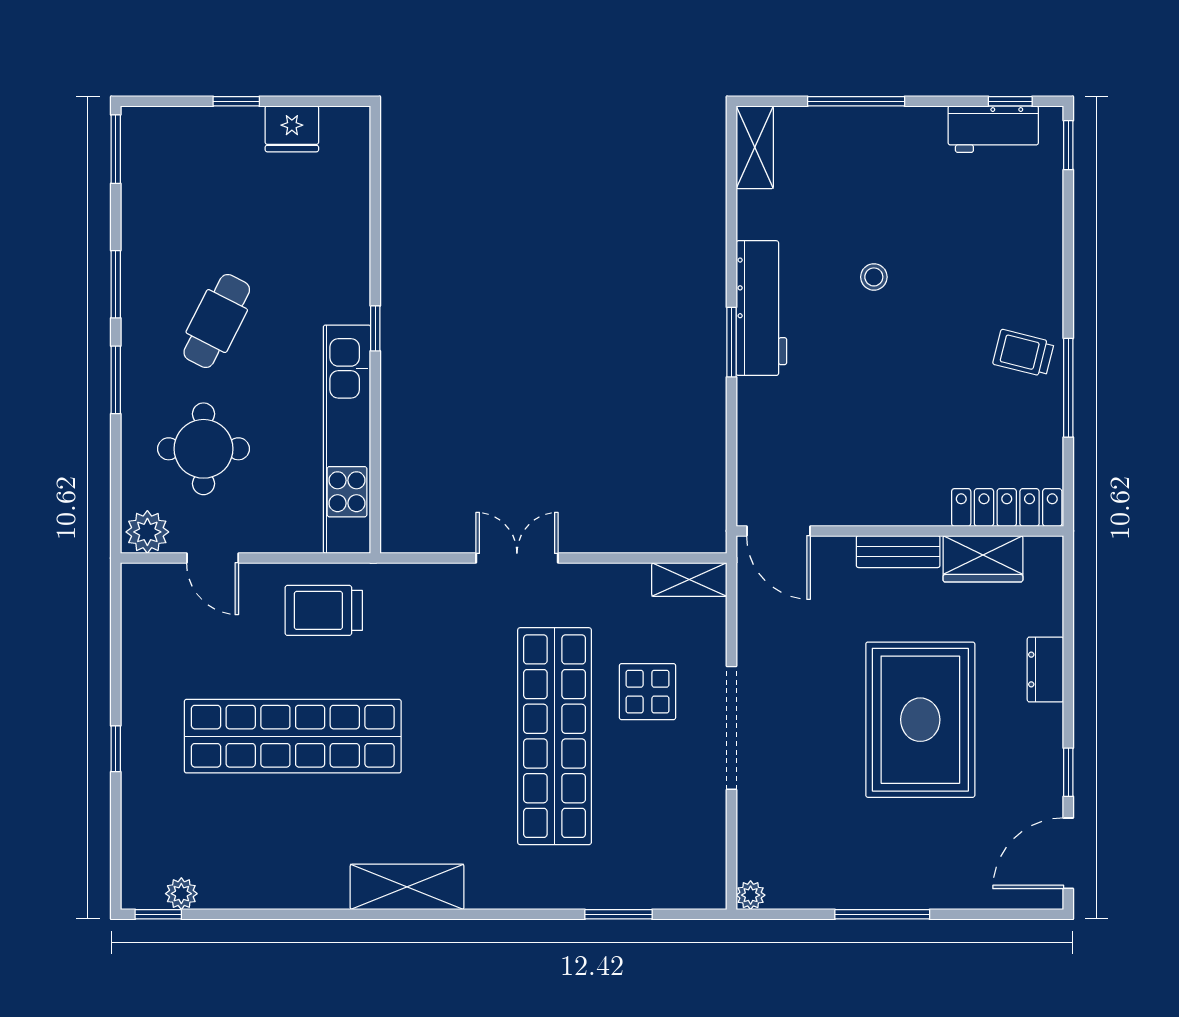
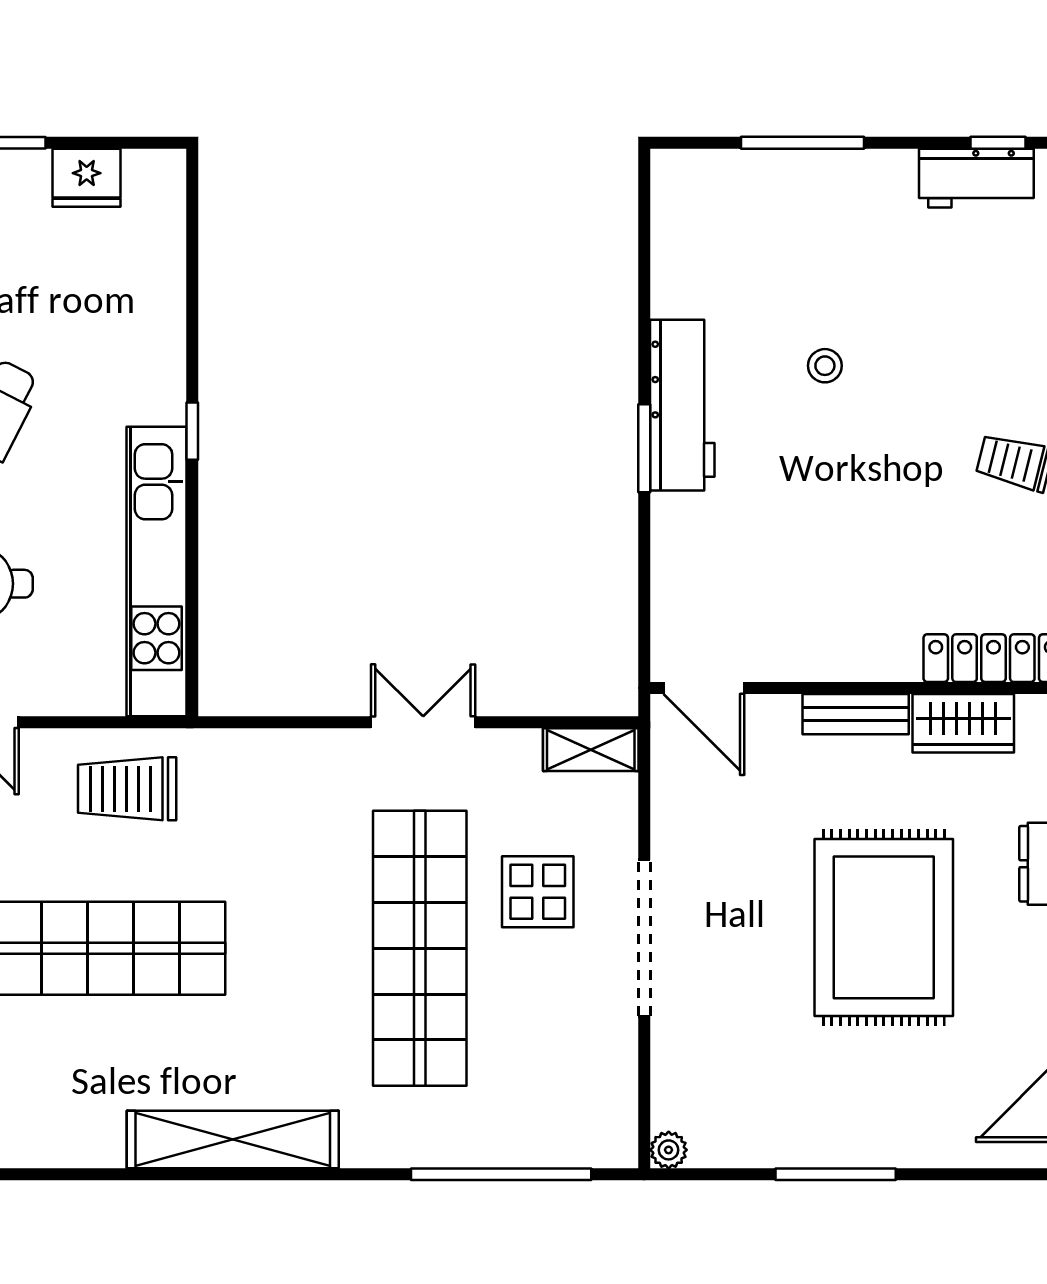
shelving: (755, 147) -> (674, 201), removed
double door: (517, 558) -> (423, 722), moved
shelving: (407, 887) -> (233, 1139), width x1.47
window: (619, 914) -> (501, 1174), width x2.11

